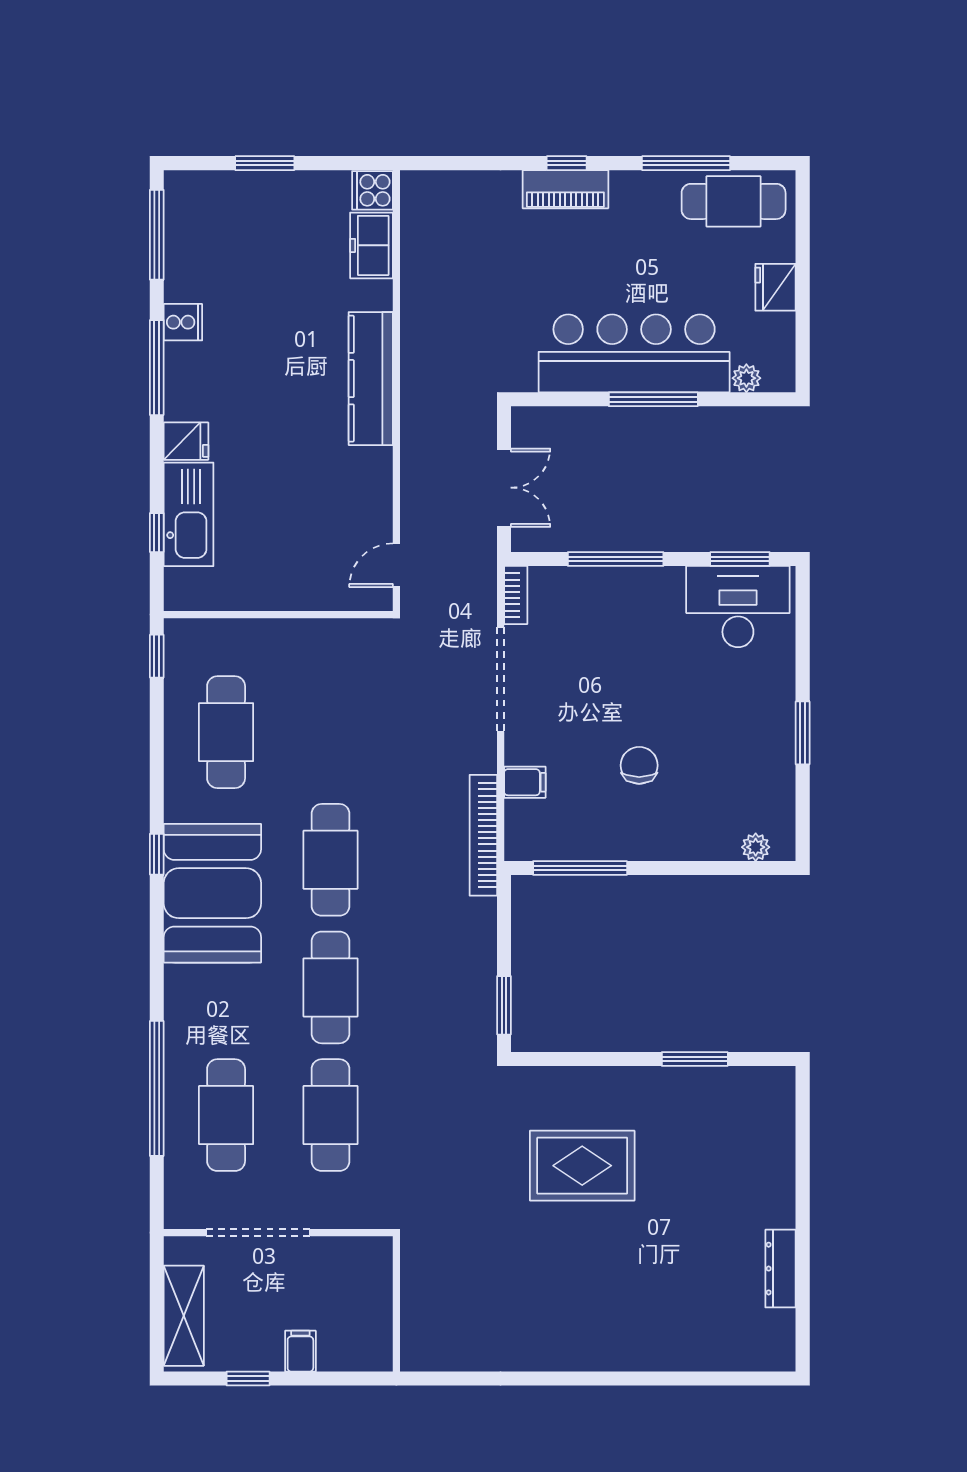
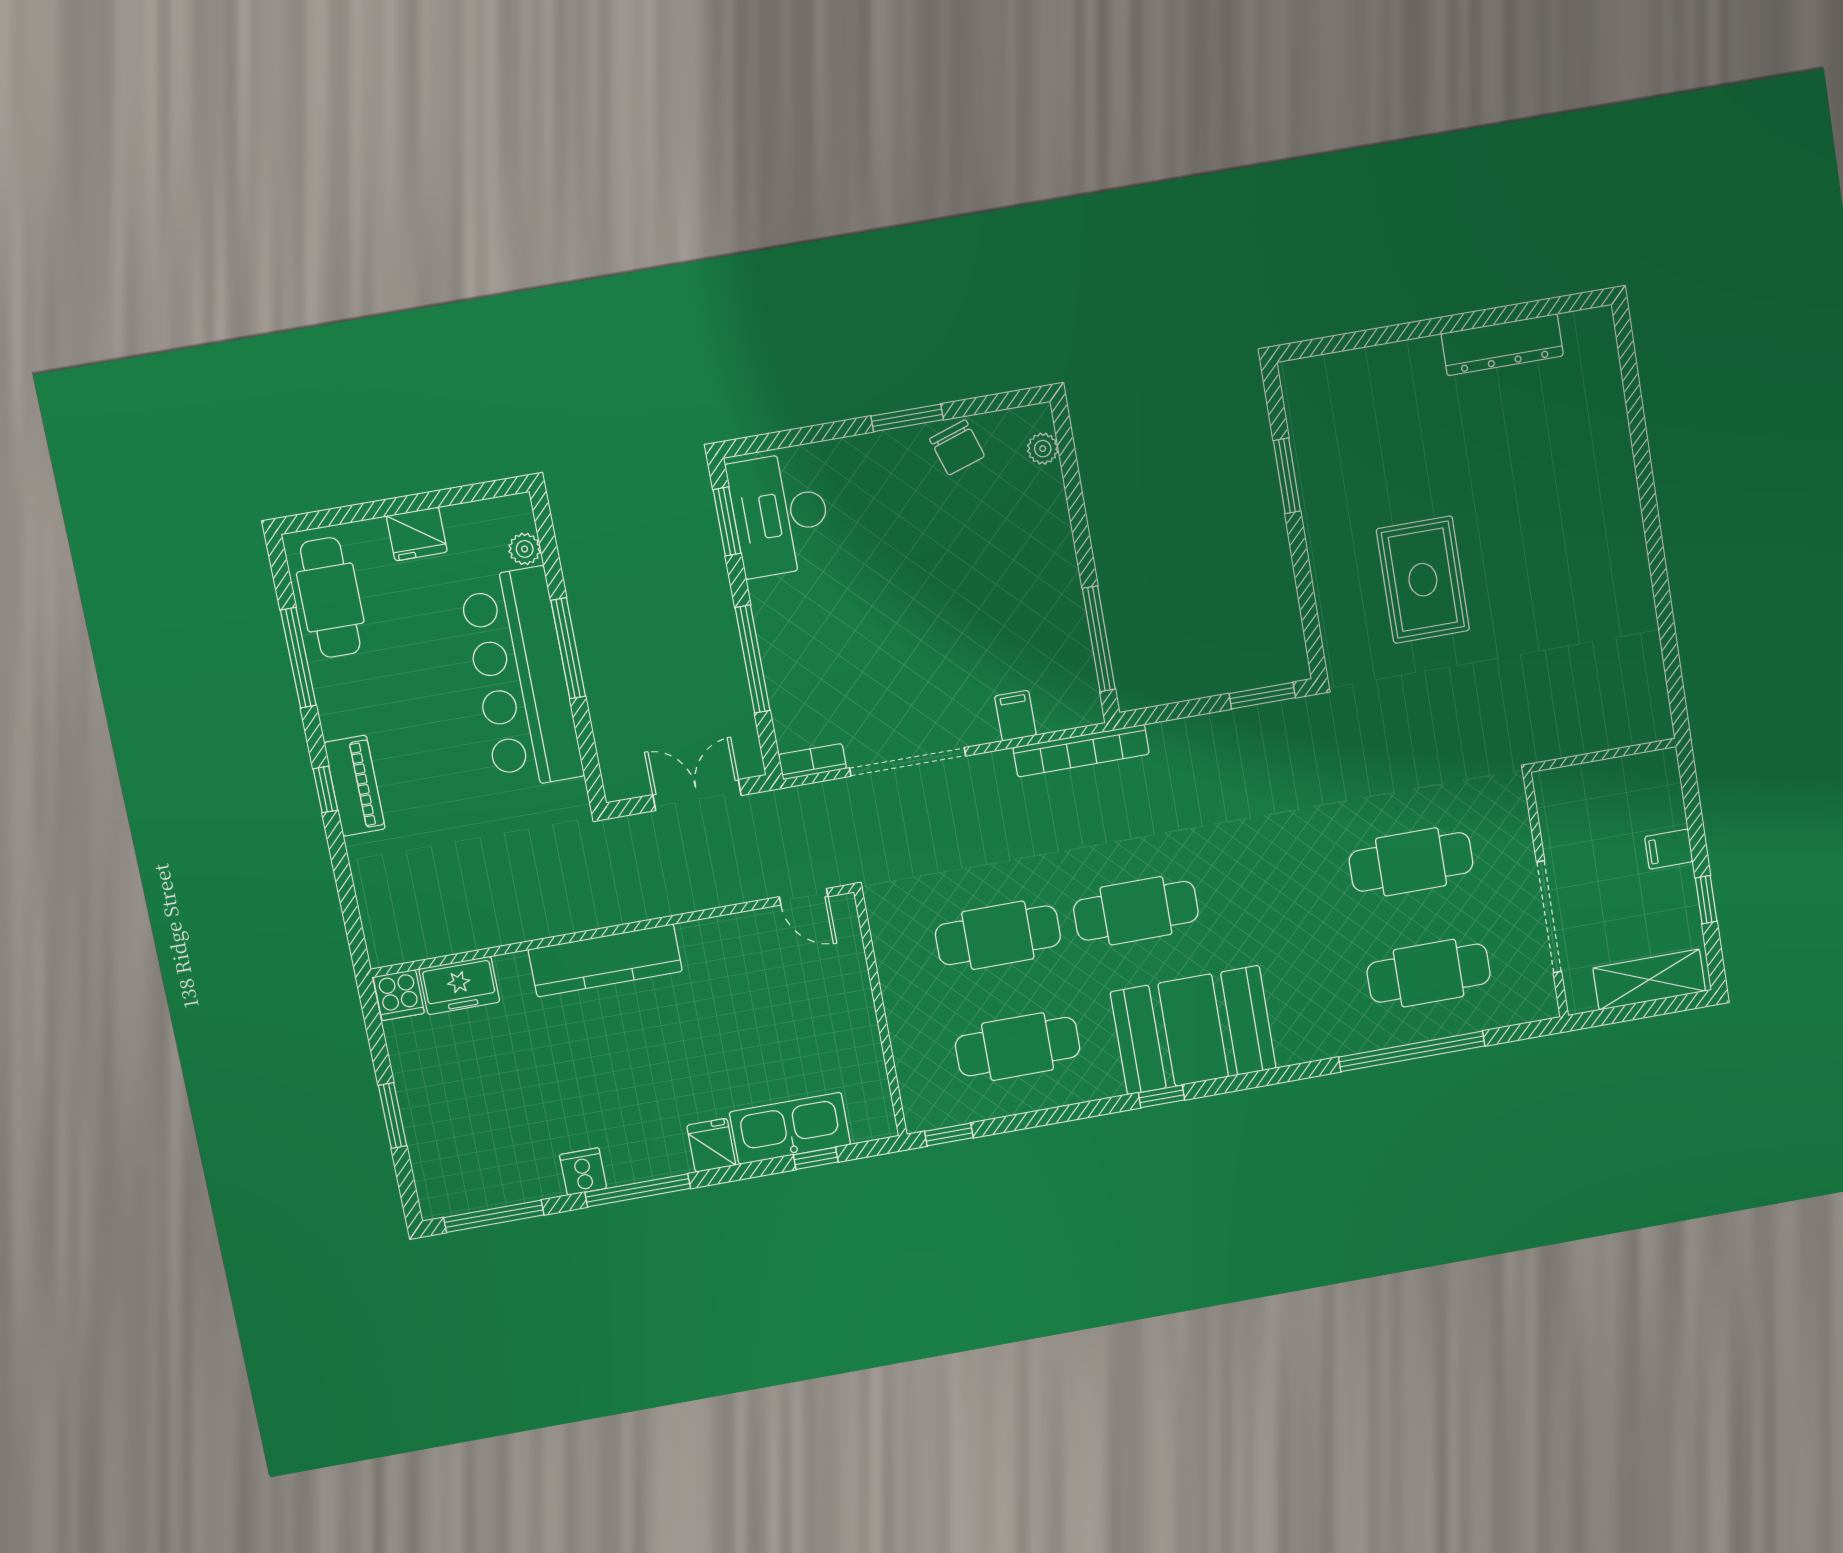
chair: (639, 765) -> (957, 448), moved, turned -108
cafe table: (331, 987) -> (998, 935), moved
dresser: (781, 1269) -> (1502, 345), width x1.37, depth x1.24

